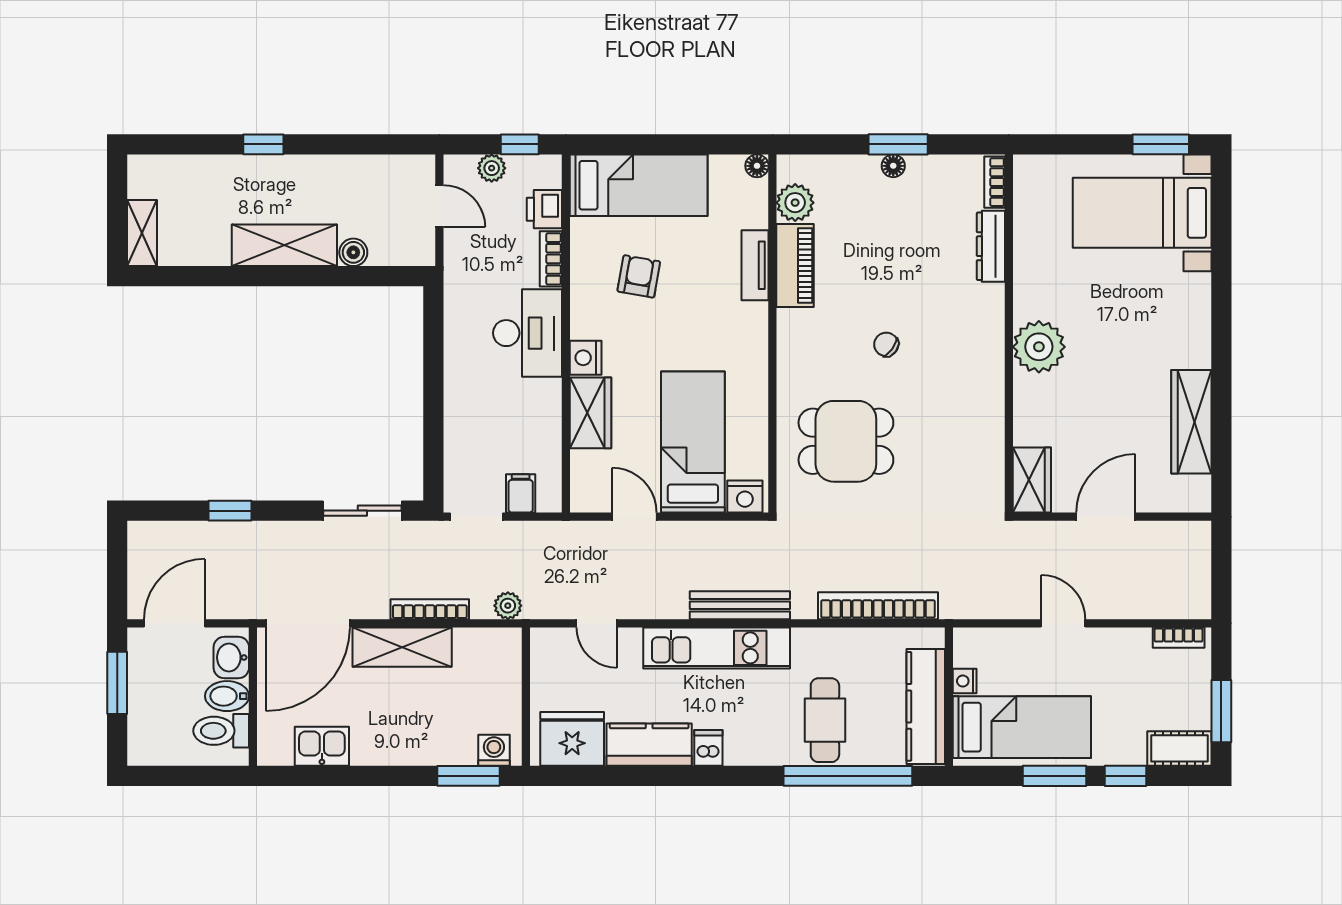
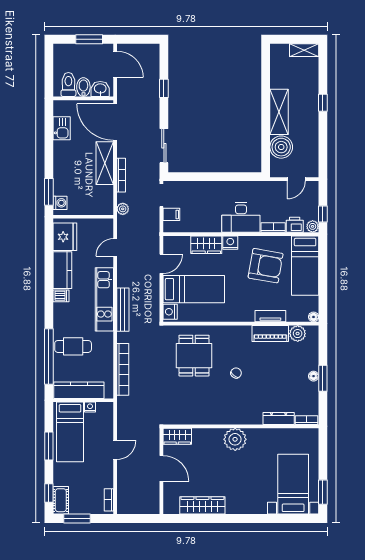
plant: (492, 168) -> (313, 226), moved
shelving: (142, 233) -> (304, 50), moved
boiler: (353, 252) -> (281, 147), width x1.86, depth x1.86
armchair: (639, 276) -> (266, 266), width x1.88, depth x1.88
window: (1125, 776) -> (49, 493), moved

